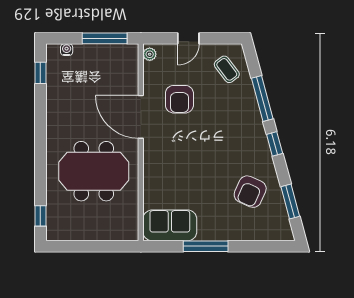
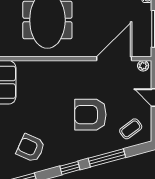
armchair: (179, 99) -> (90, 115), moved, width x1.36, depth x1.36
door: (141, 117) -> (114, 59), moved

